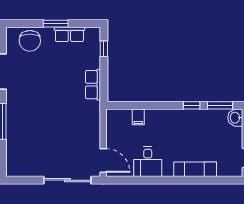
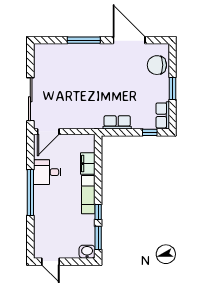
row of seats: (69, 34) -> (163, 115), moved
filing cabinet: (138, 117) -> (88, 164), width x2.00
exam couch: (195, 169) -> (88, 195), moved, turned 180
window: (170, 180) -> (30, 193), added

